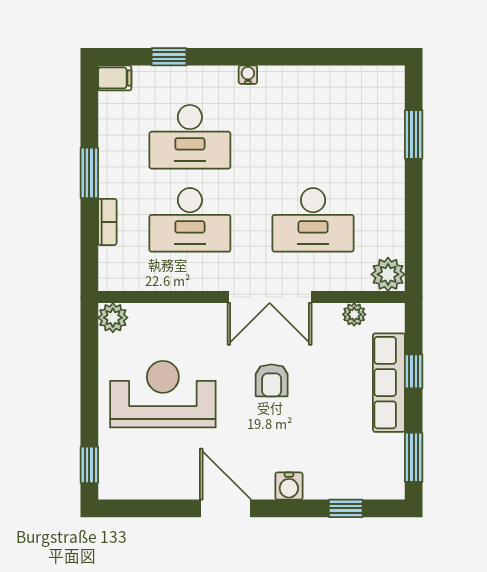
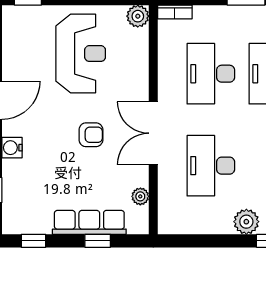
bookcase: (107, 222) -> (175, 12), moved
plant: (388, 274) -> (246, 222), moved
armchair: (272, 380) -> (91, 135), turned 180
window: (414, 457) -> (34, 241), width x0.67

